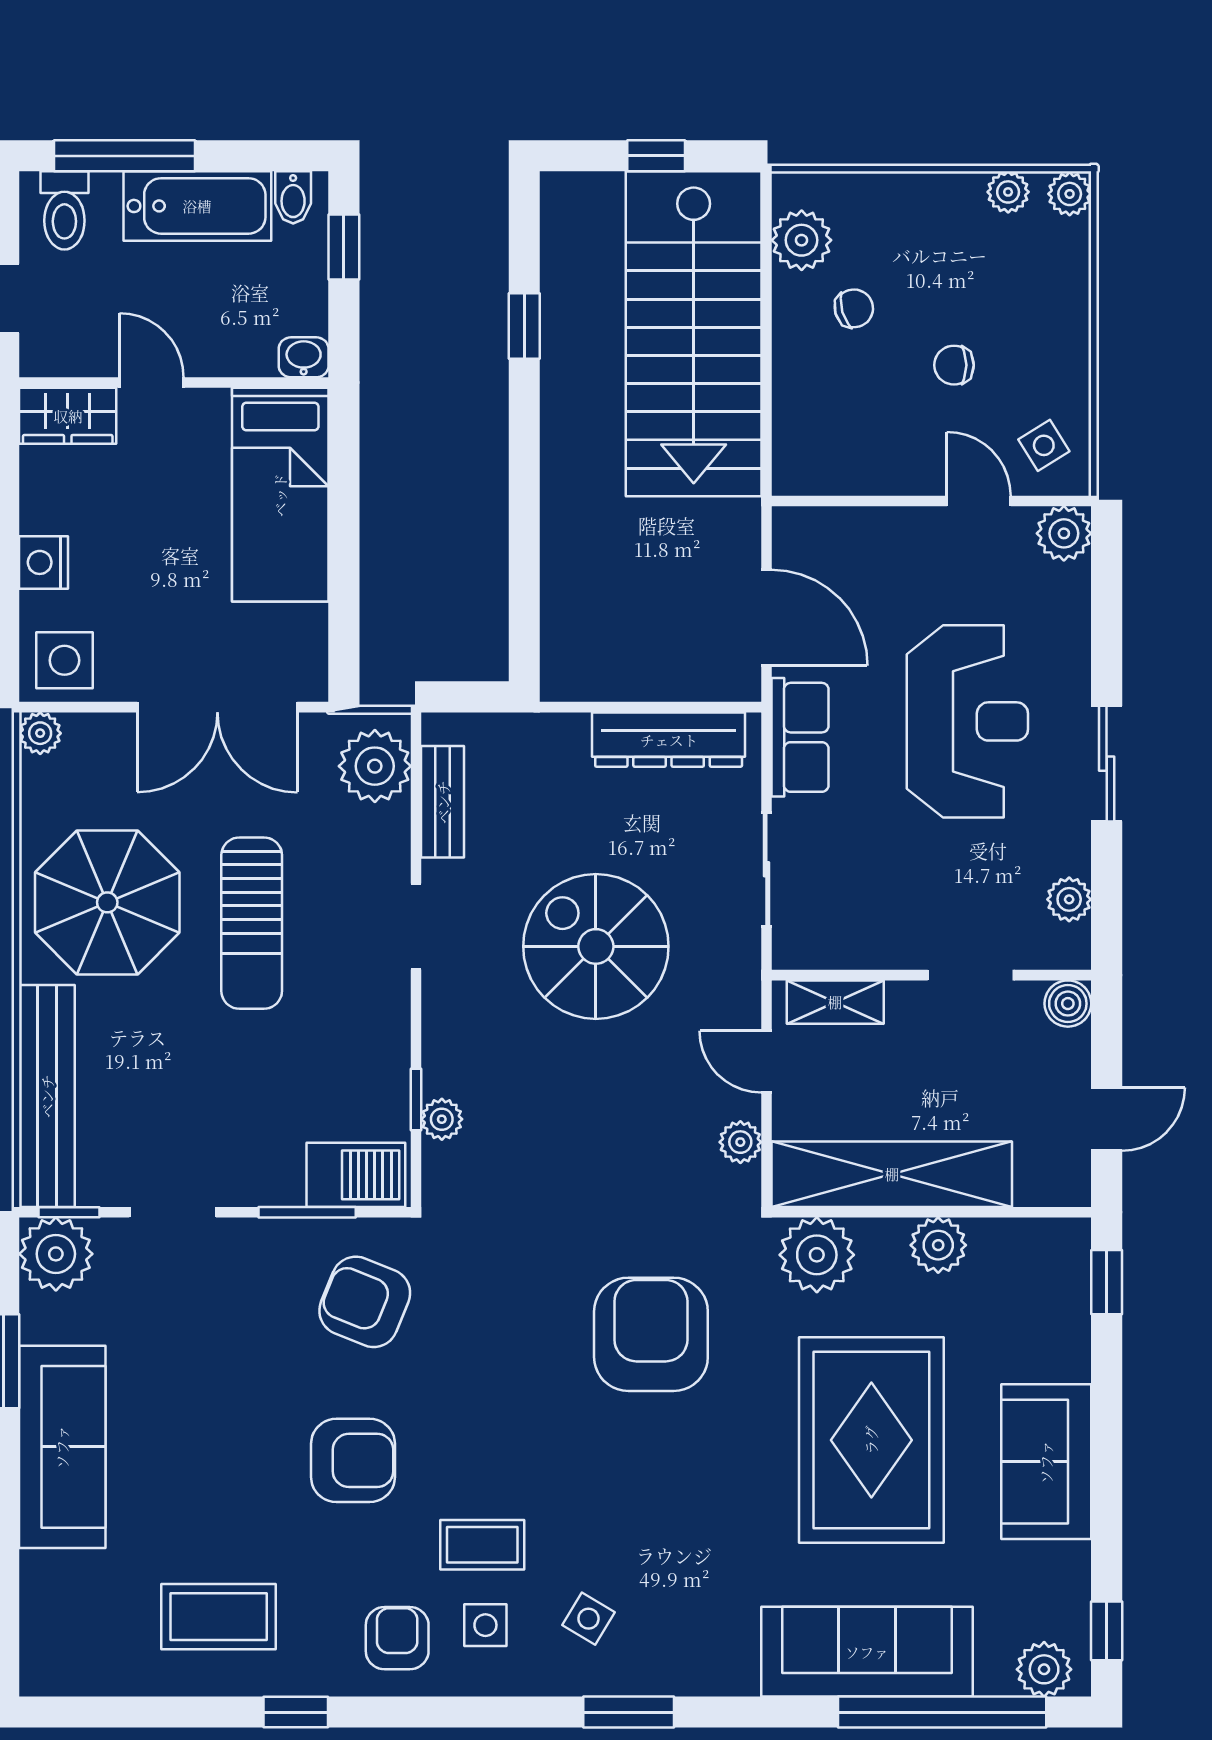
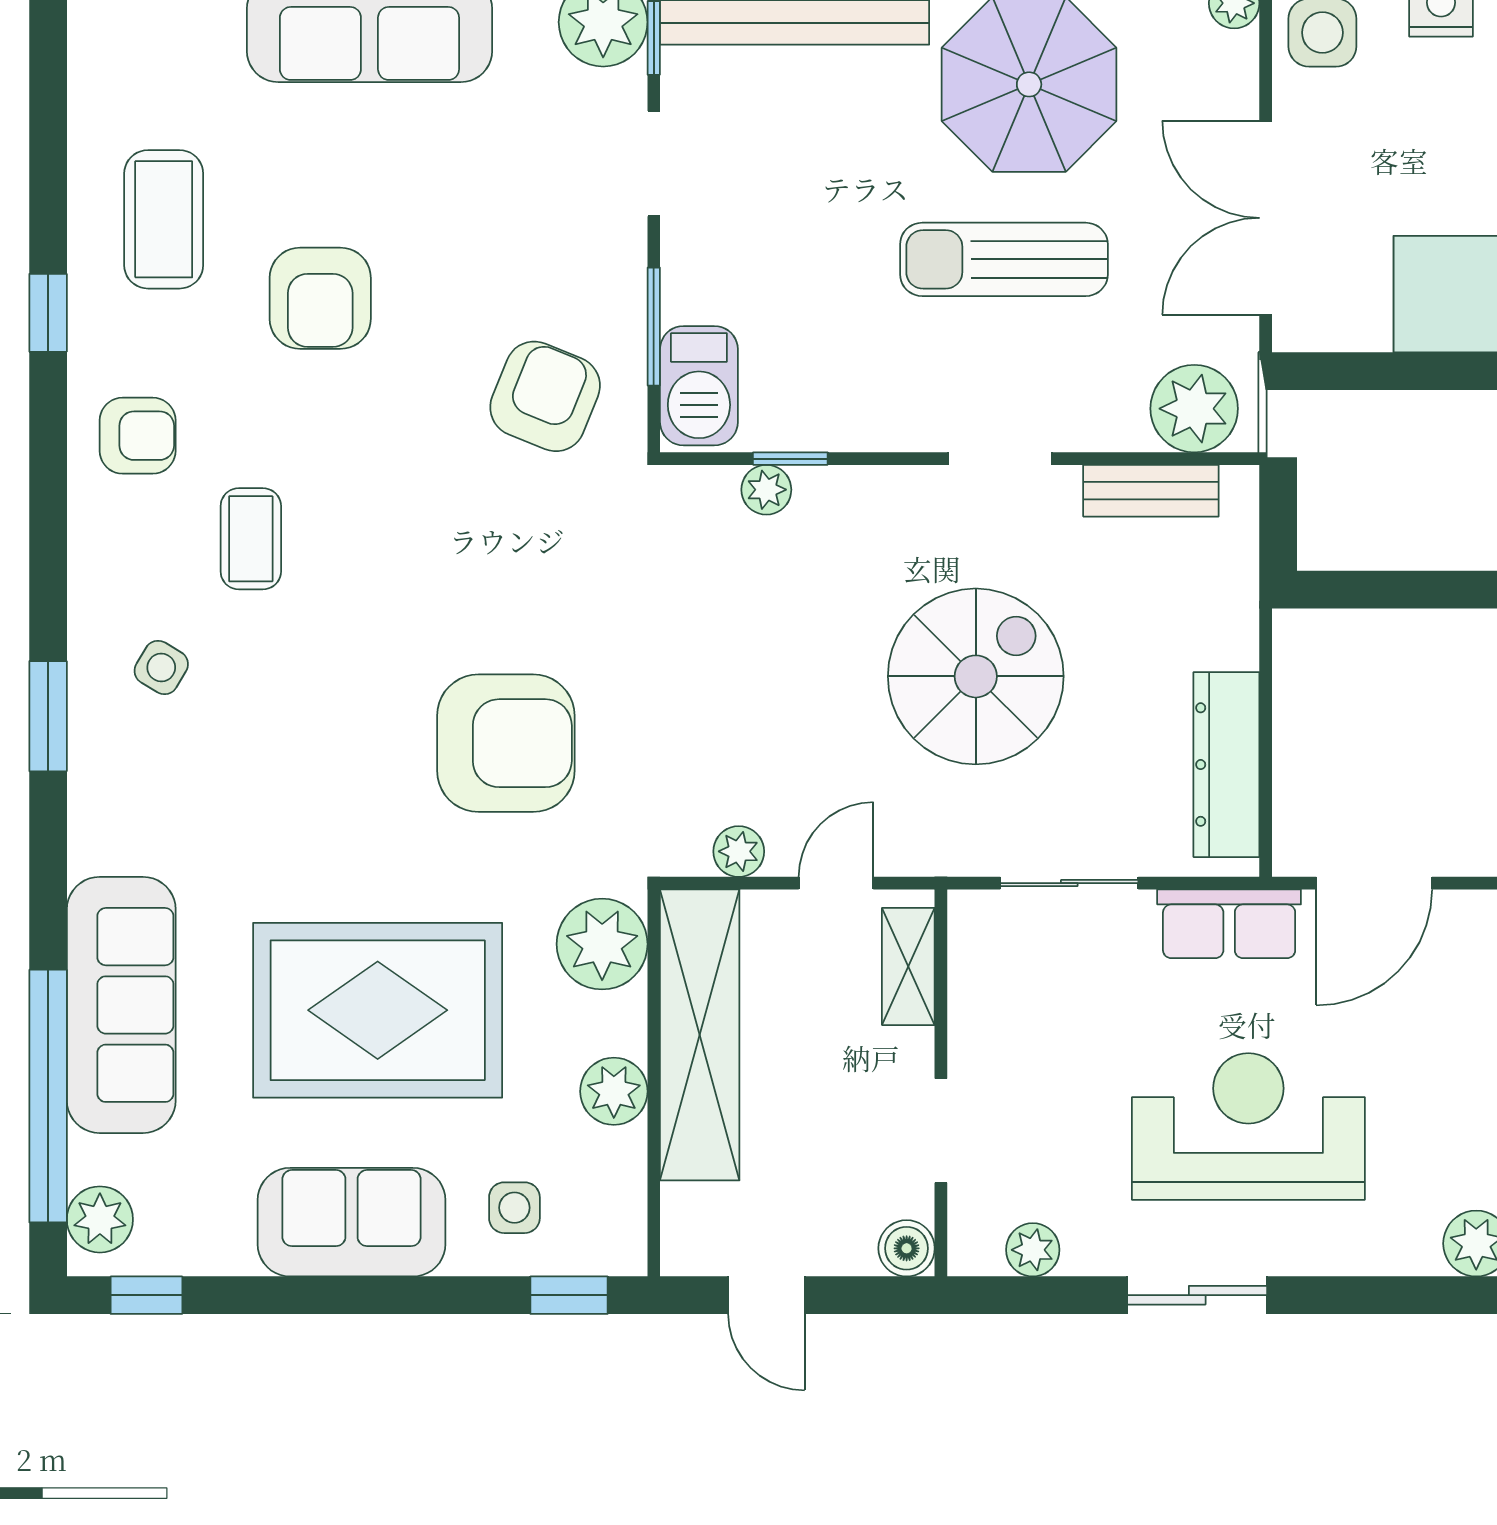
reception desk: (967, 721) -> (1248, 1126), turned 180
armchair: (353, 1460) -> (320, 298), moved
side table: (485, 1625) -> (514, 1208), moved

